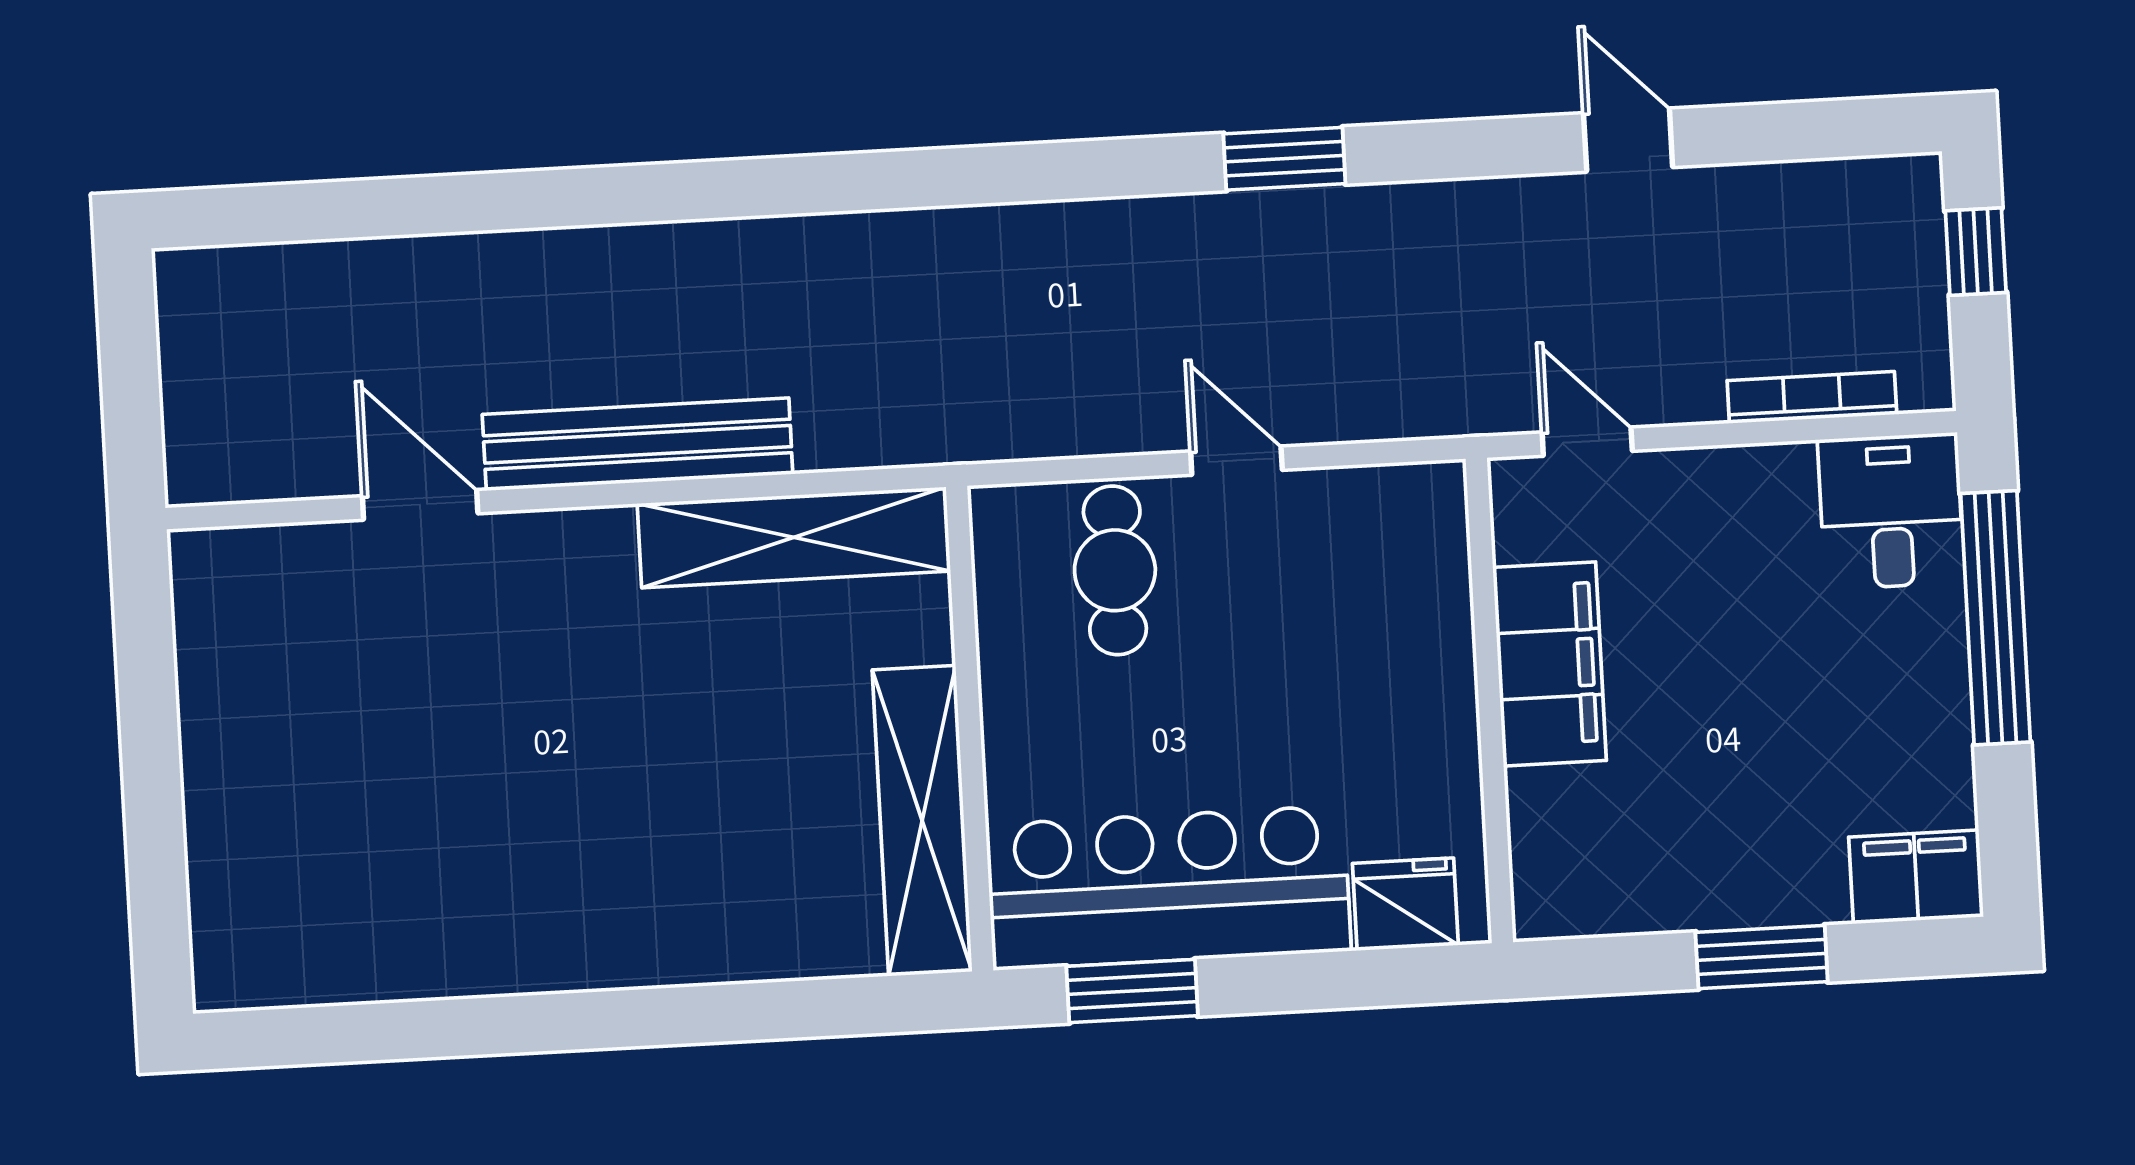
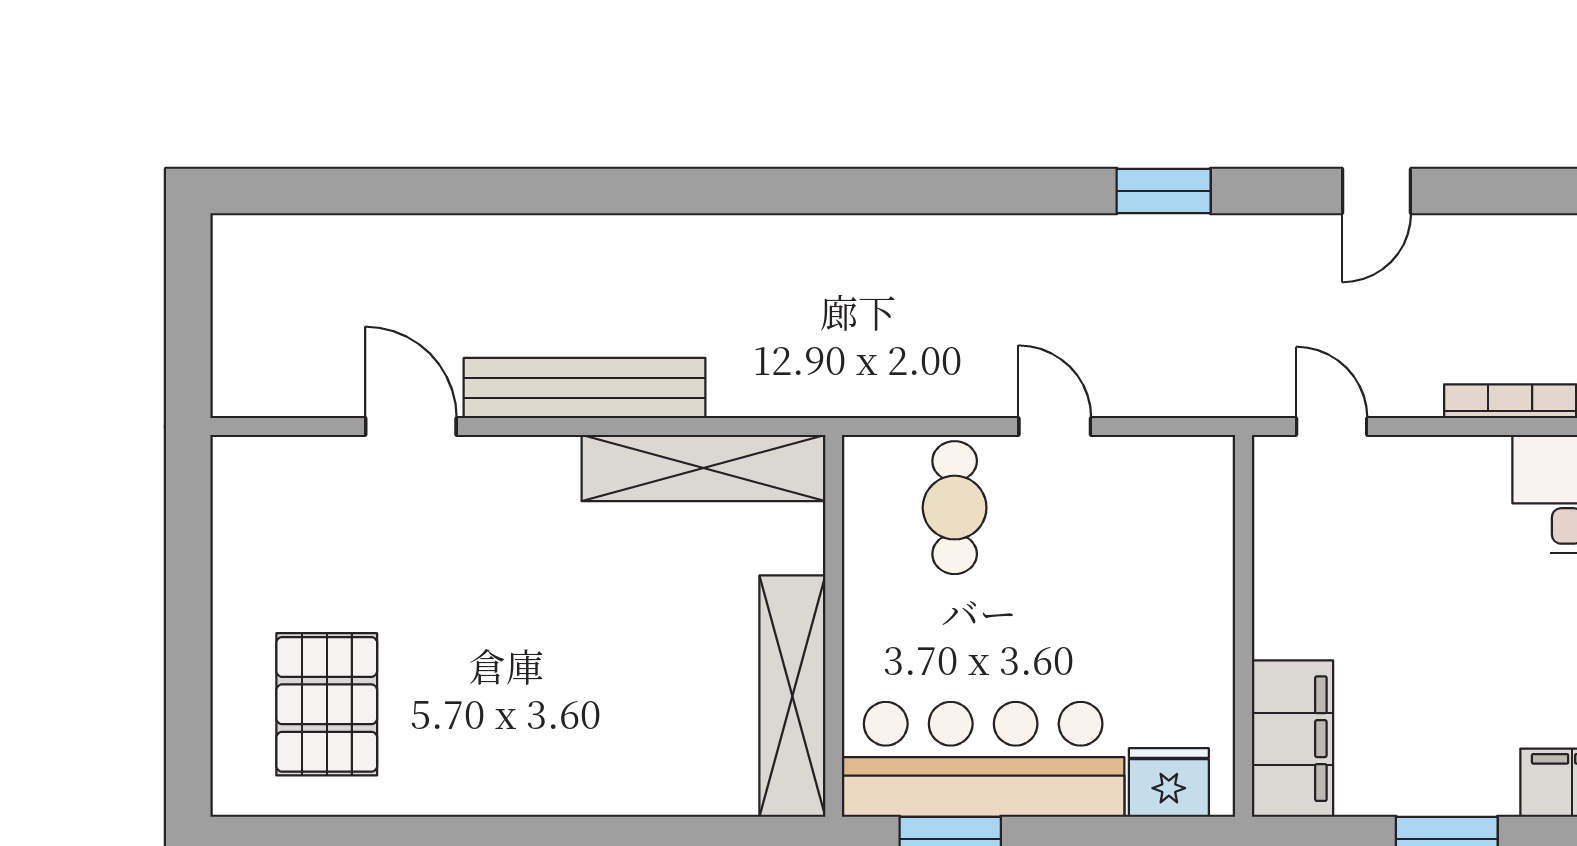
door: (1628, 140) -> (1376, 191), swing flipped
window: (1284, 159) -> (1164, 191), moved
filing cabinet: (1550, 664) -> (1292, 739), moved
pallet: (332, 863) -> (327, 704), added

